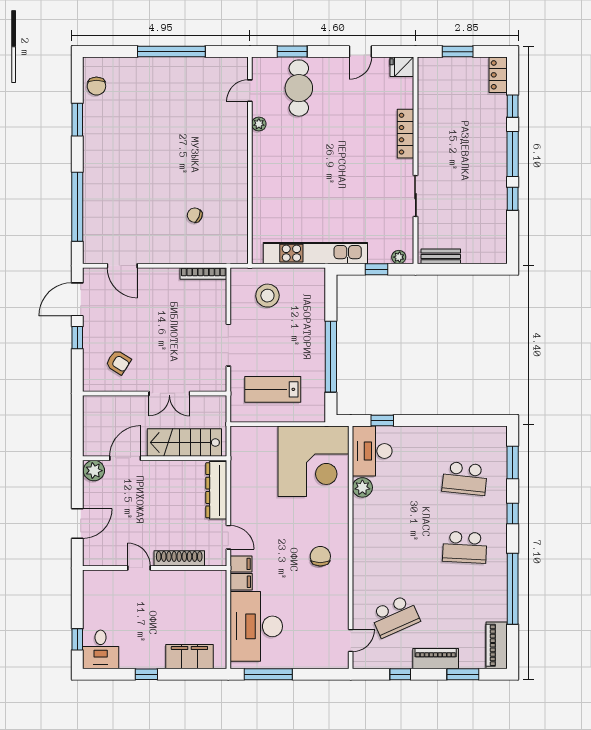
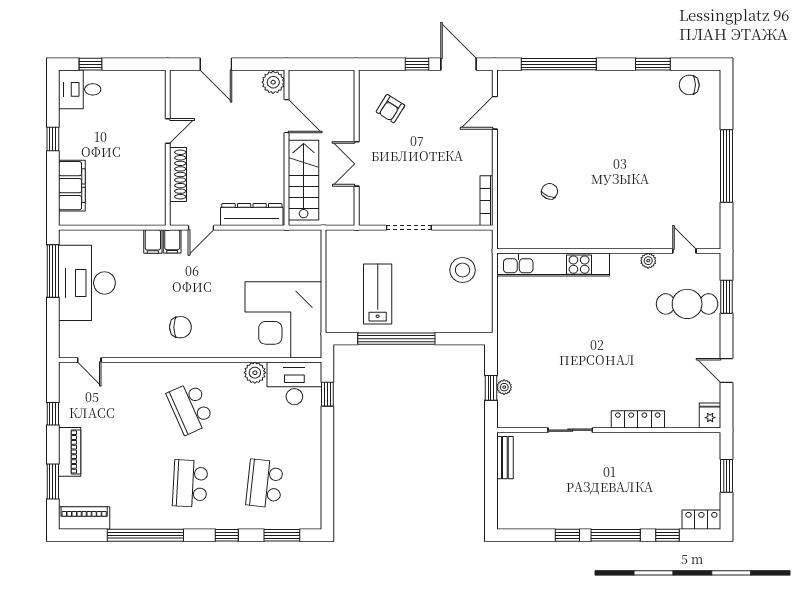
kitchen unit: (315, 253) -> (553, 265), moved, turned 90
plant: (399, 257) -> (504, 387), moved
lab bench: (273, 389) -> (378, 294), moved
school desk: (395, 616) -> (190, 408), moved
desk: (256, 626) -> (87, 283), moved, turned -90

